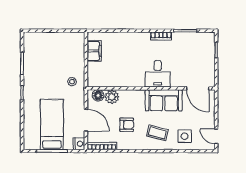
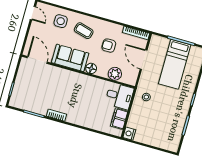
desk: (158, 74) -> (119, 96), moved, turned 90
floor lamp: (98, 95) -> (91, 68), moved
nightstand: (79, 144) -> (129, 134), moved

